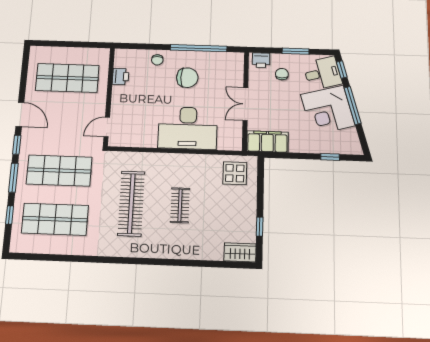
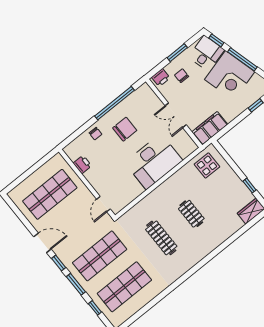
clothes rail: (131, 203) -> (161, 238), width x0.73, depth x0.76

